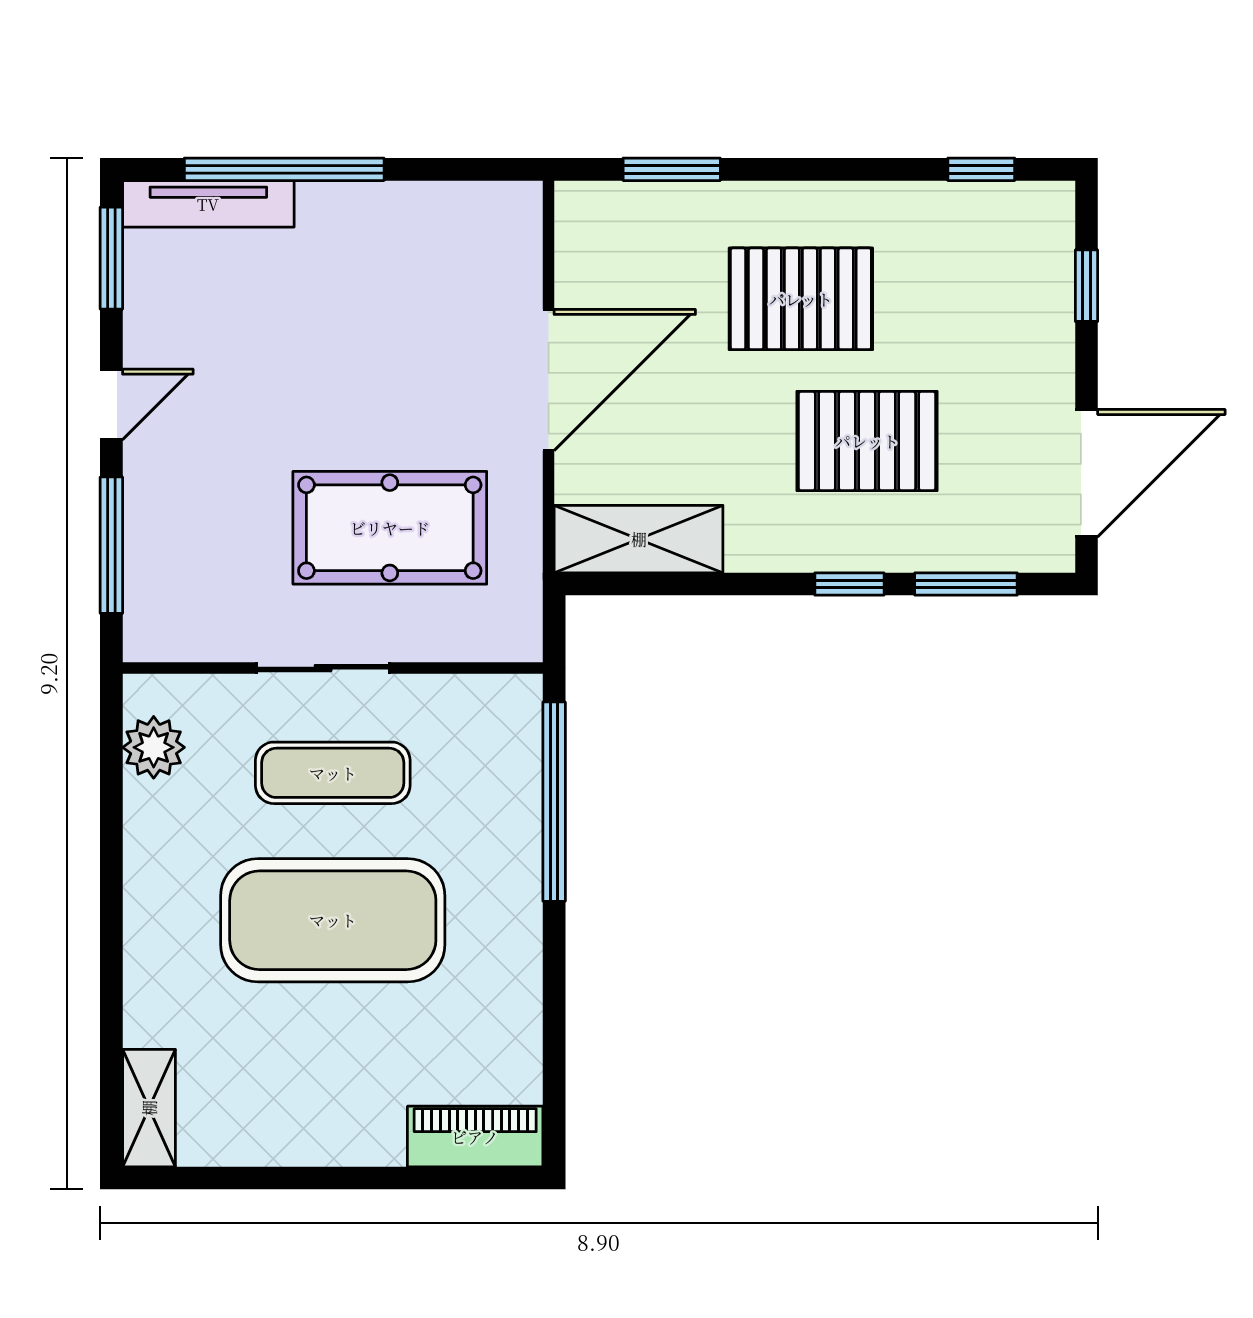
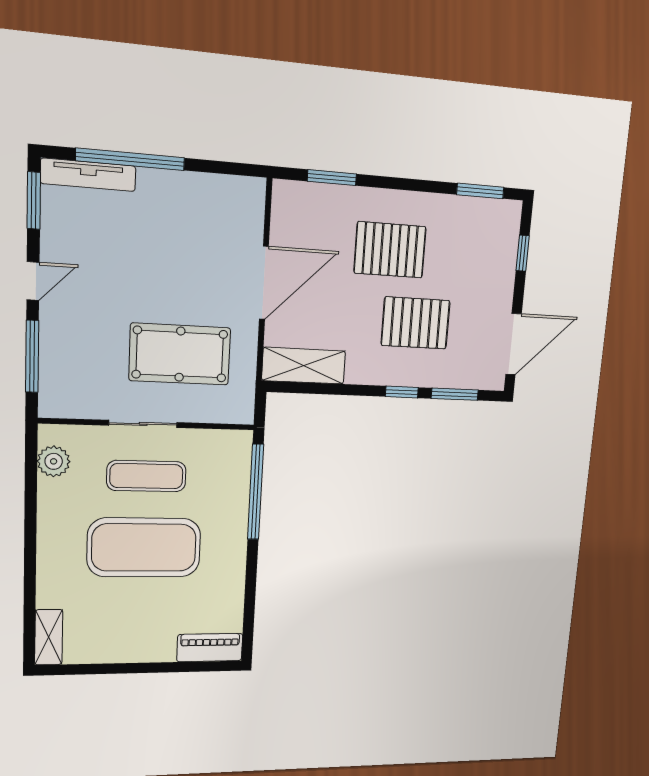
window: (981, 169) -> (480, 191), width x1.50

